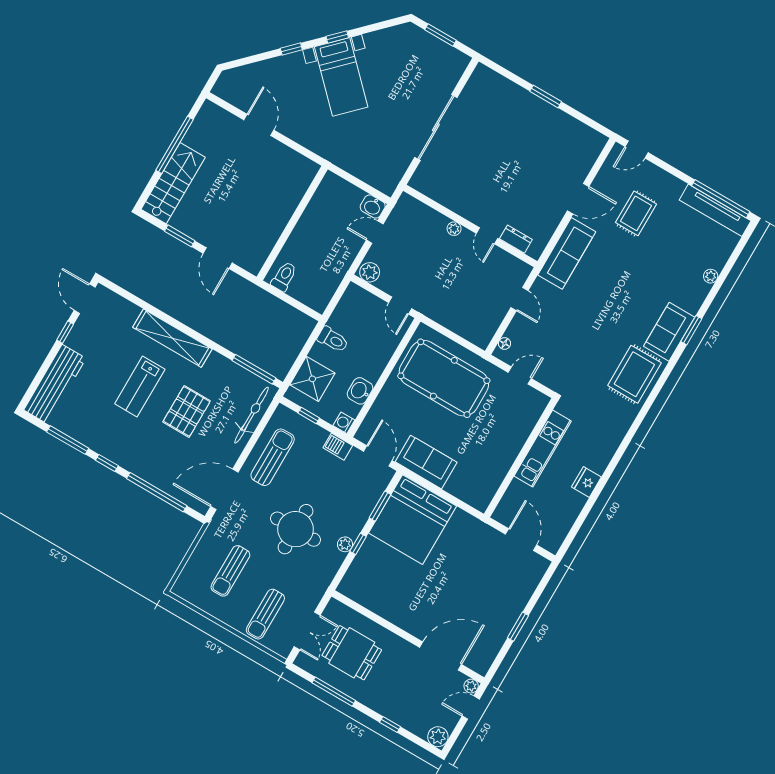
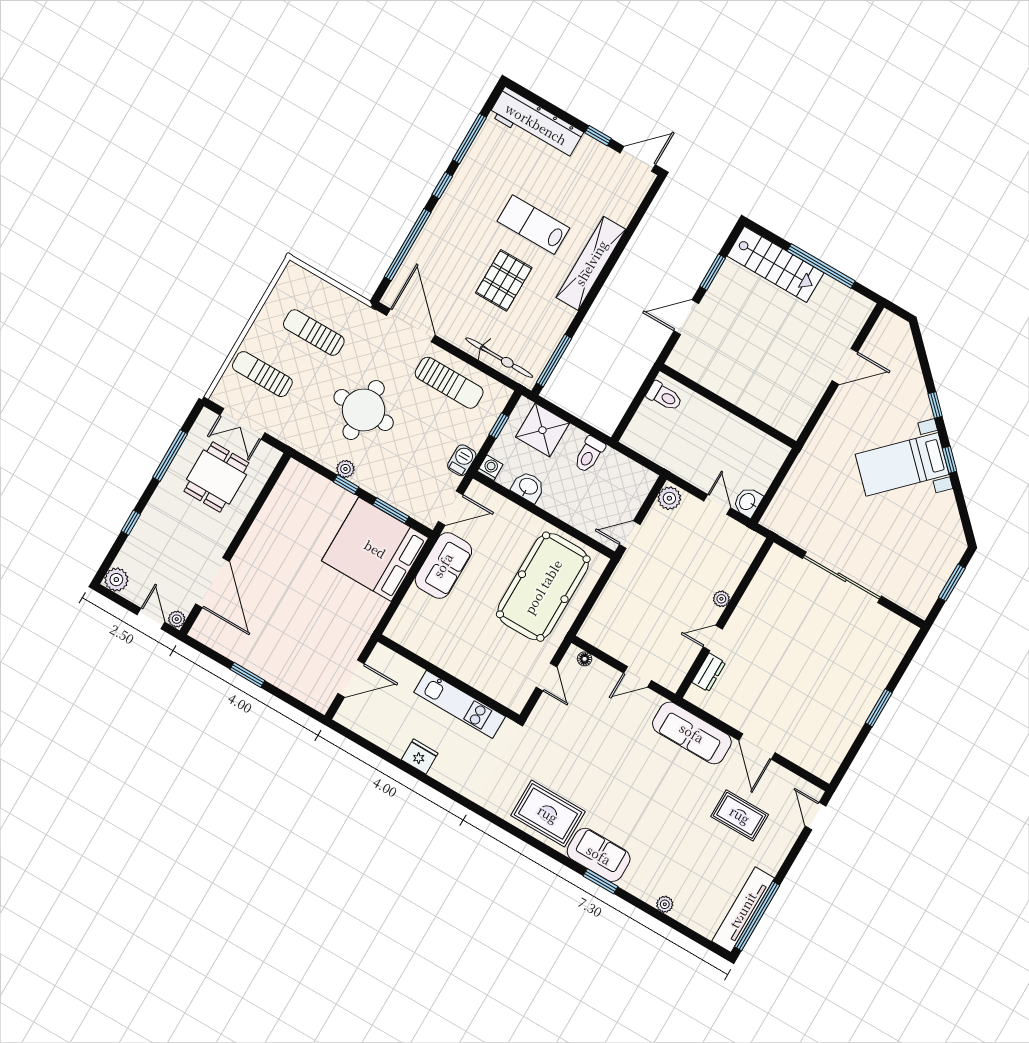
pallet: (187, 411) -> (504, 280), turned 90

